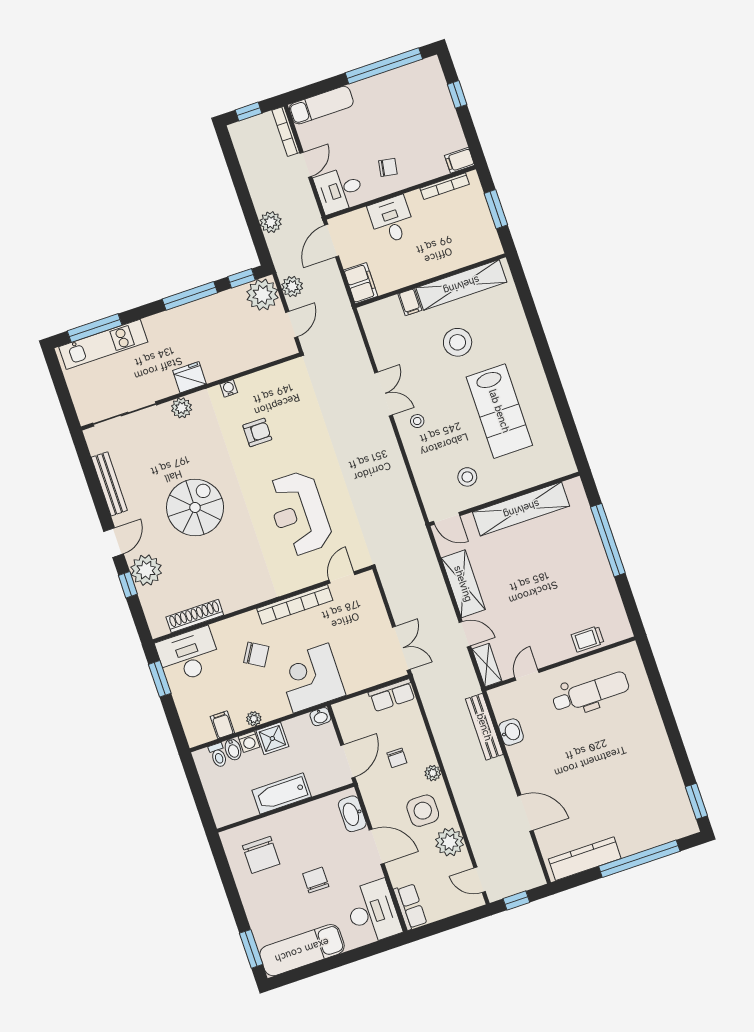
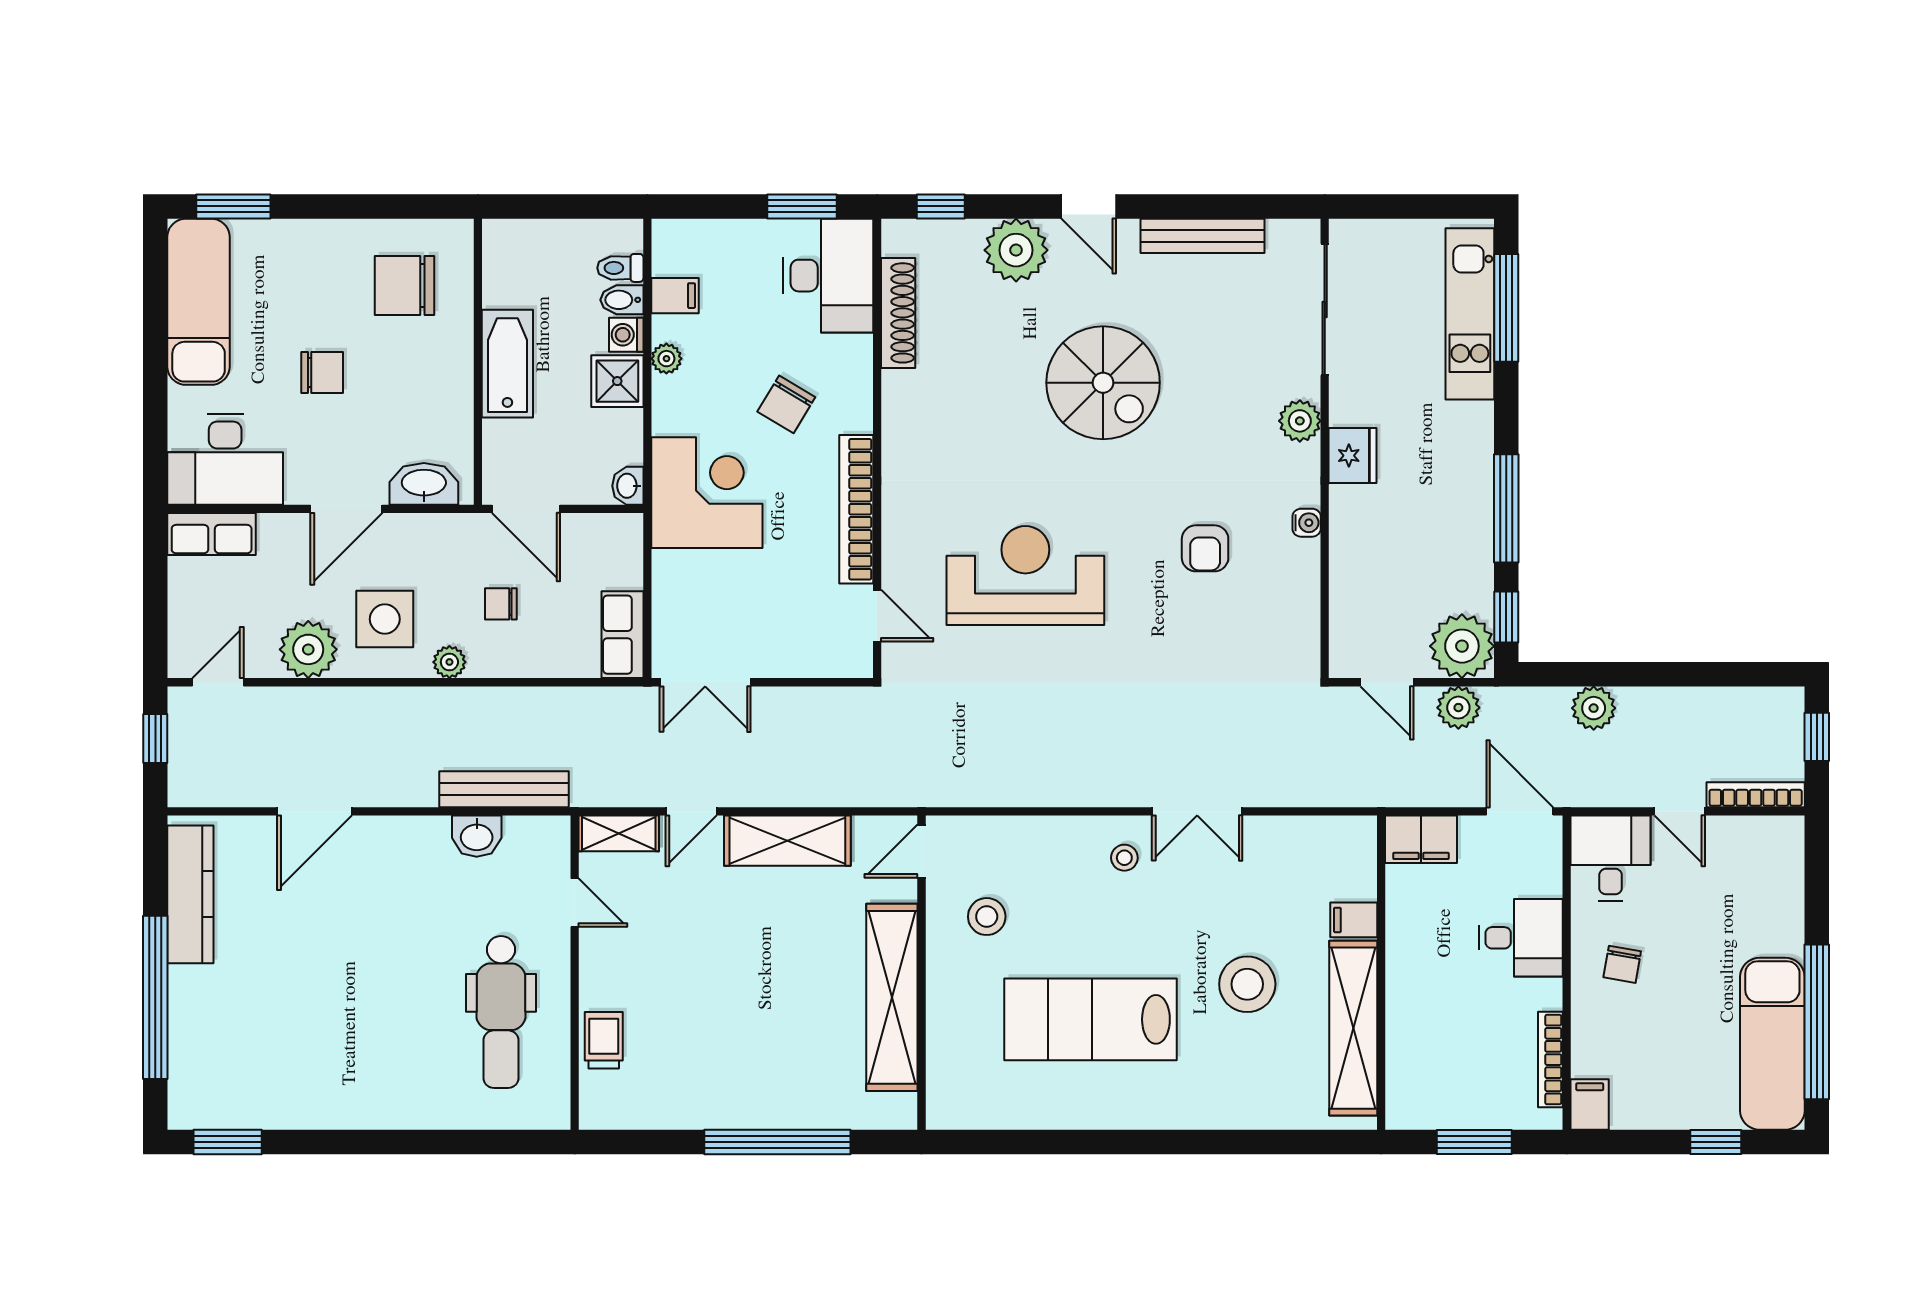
exam couch: (321, 105) -> (1772, 1044), moved, width x1.36, depth x1.45
window: (128, 585) -> (941, 206), moved

